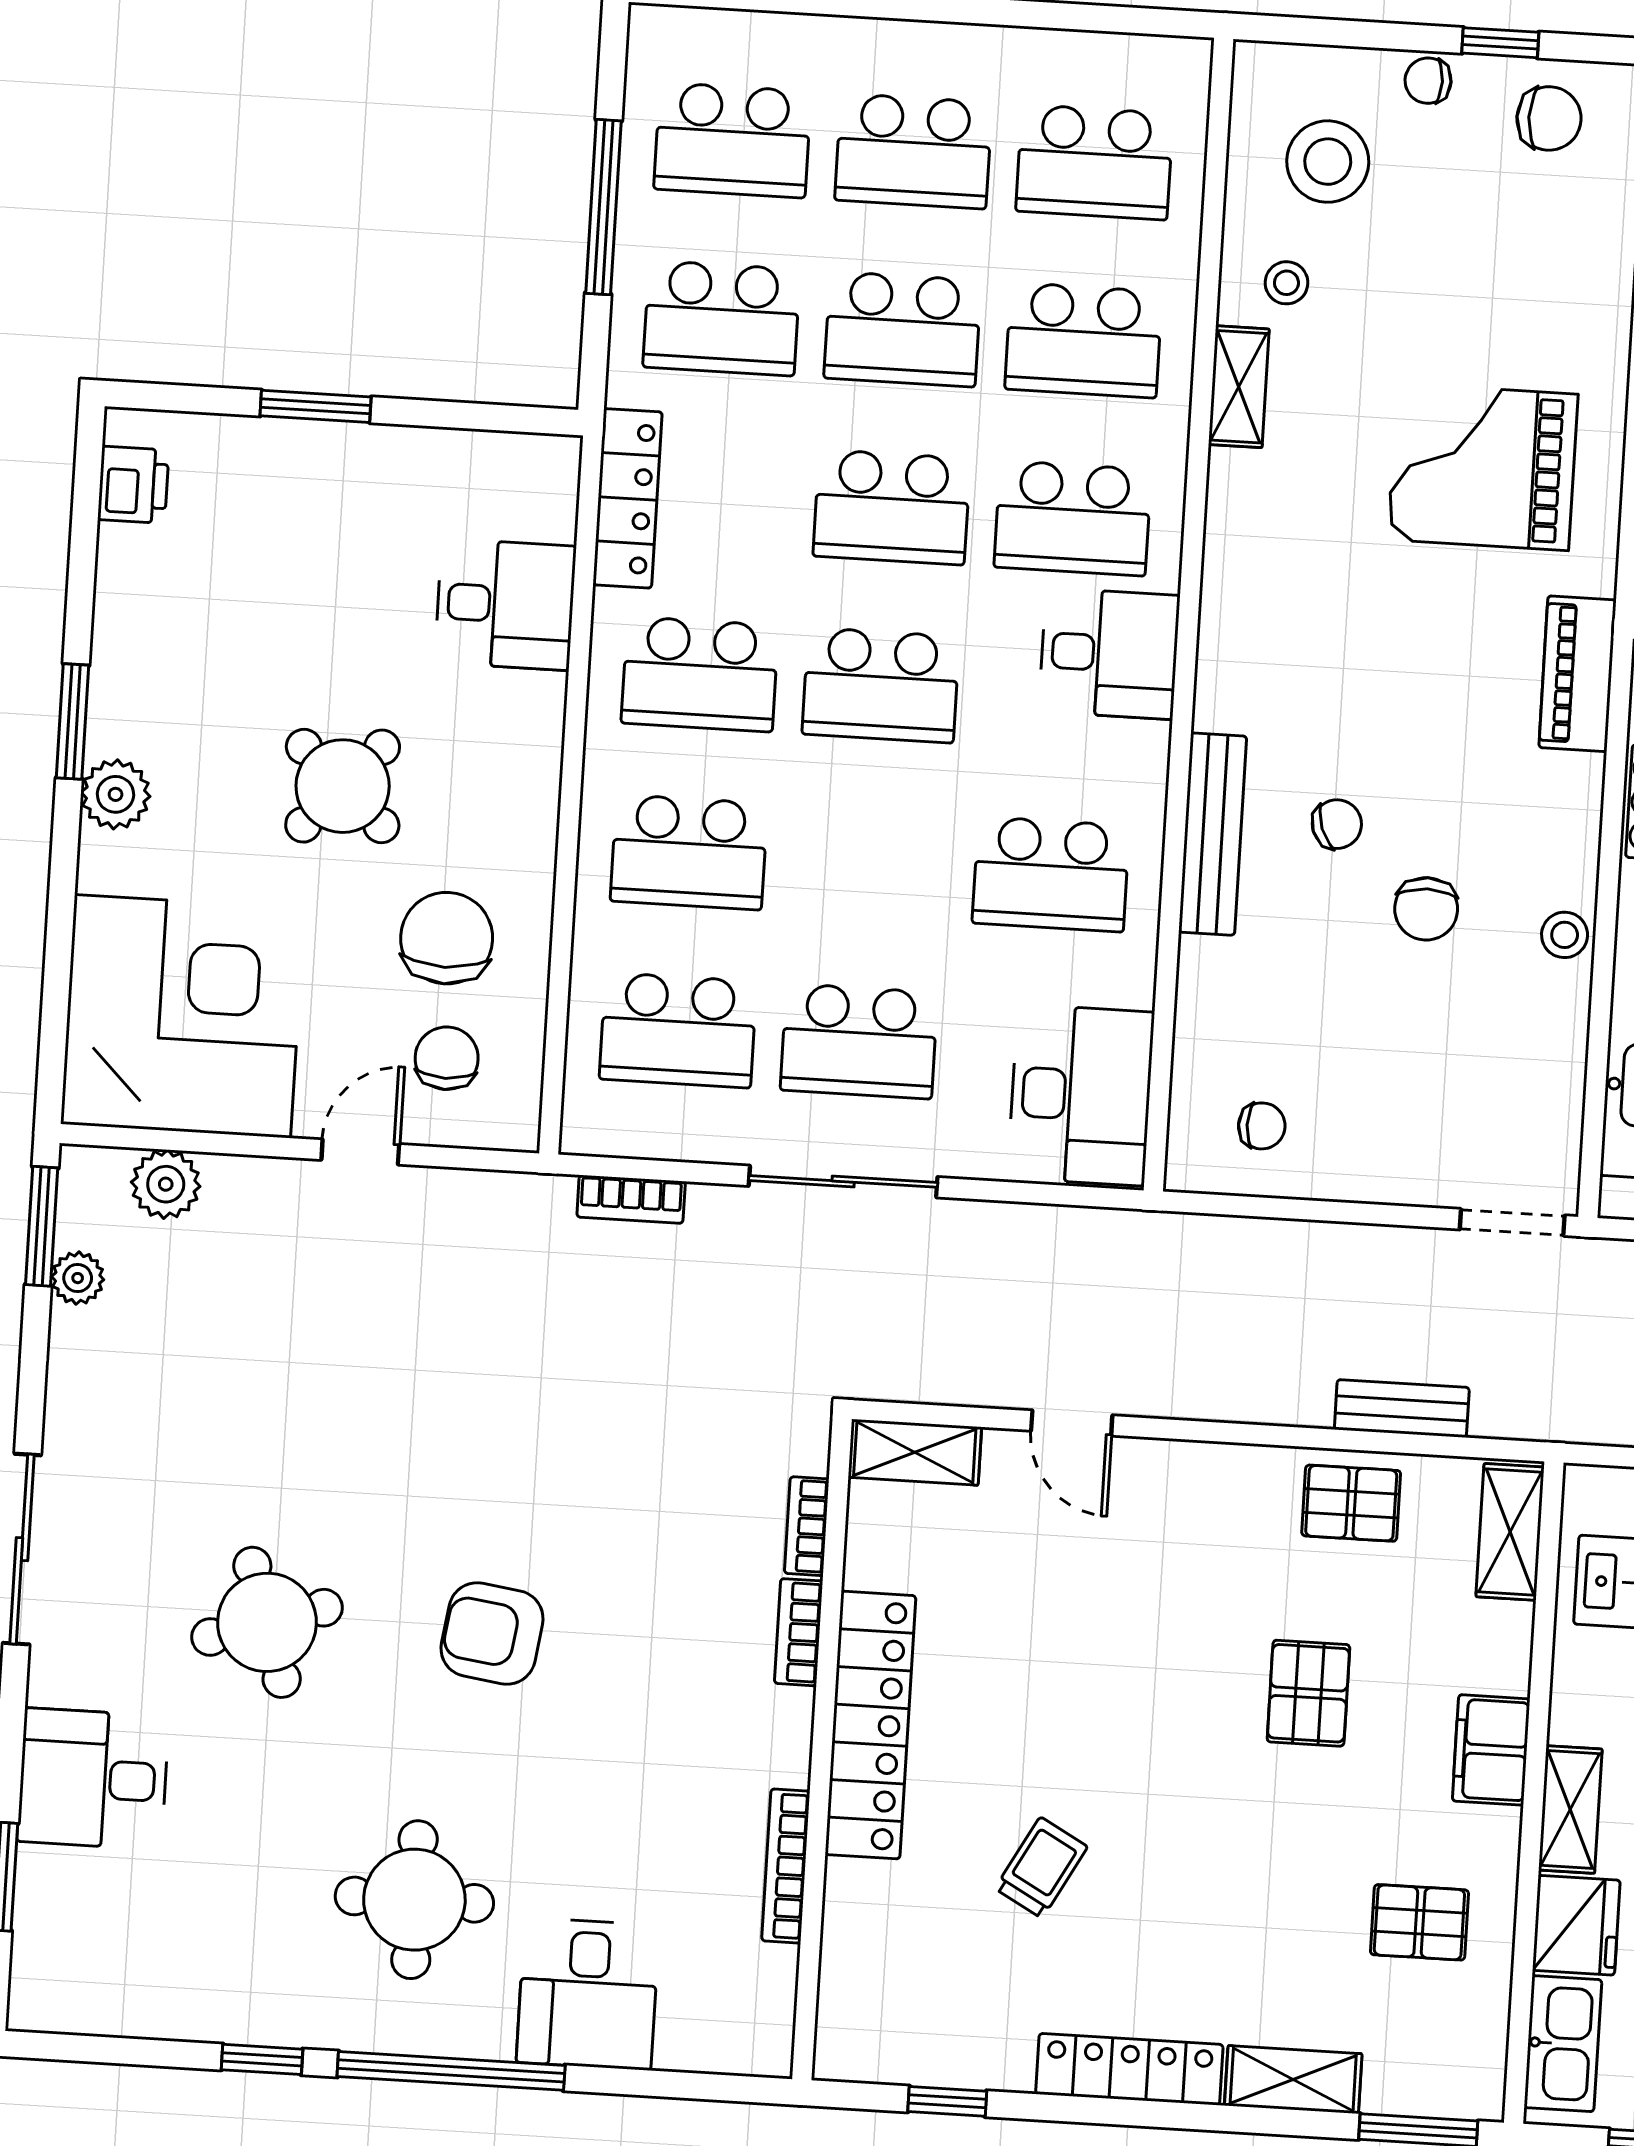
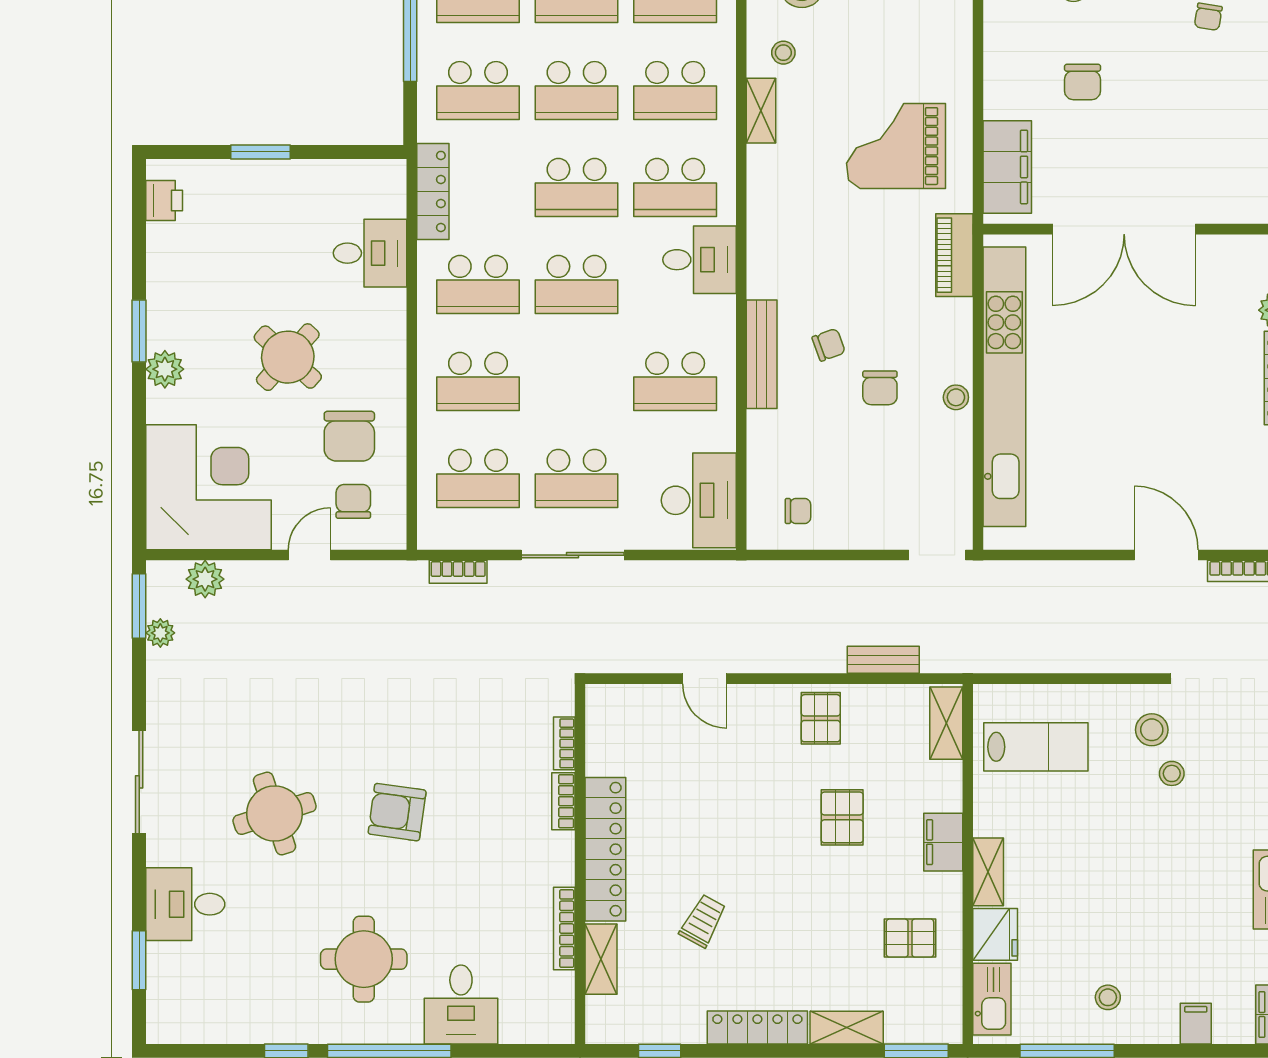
chair: (447, 938) -> (349, 436), turned 180
shelving: (915, 1452) -> (601, 959), moved, turned 90
pallet: (1351, 1503) -> (821, 718), moved, turned 90

